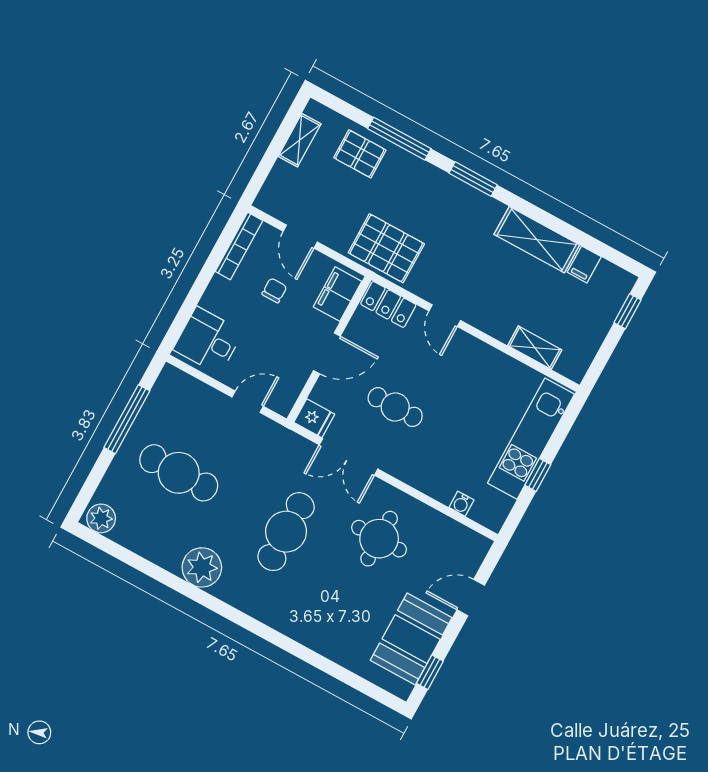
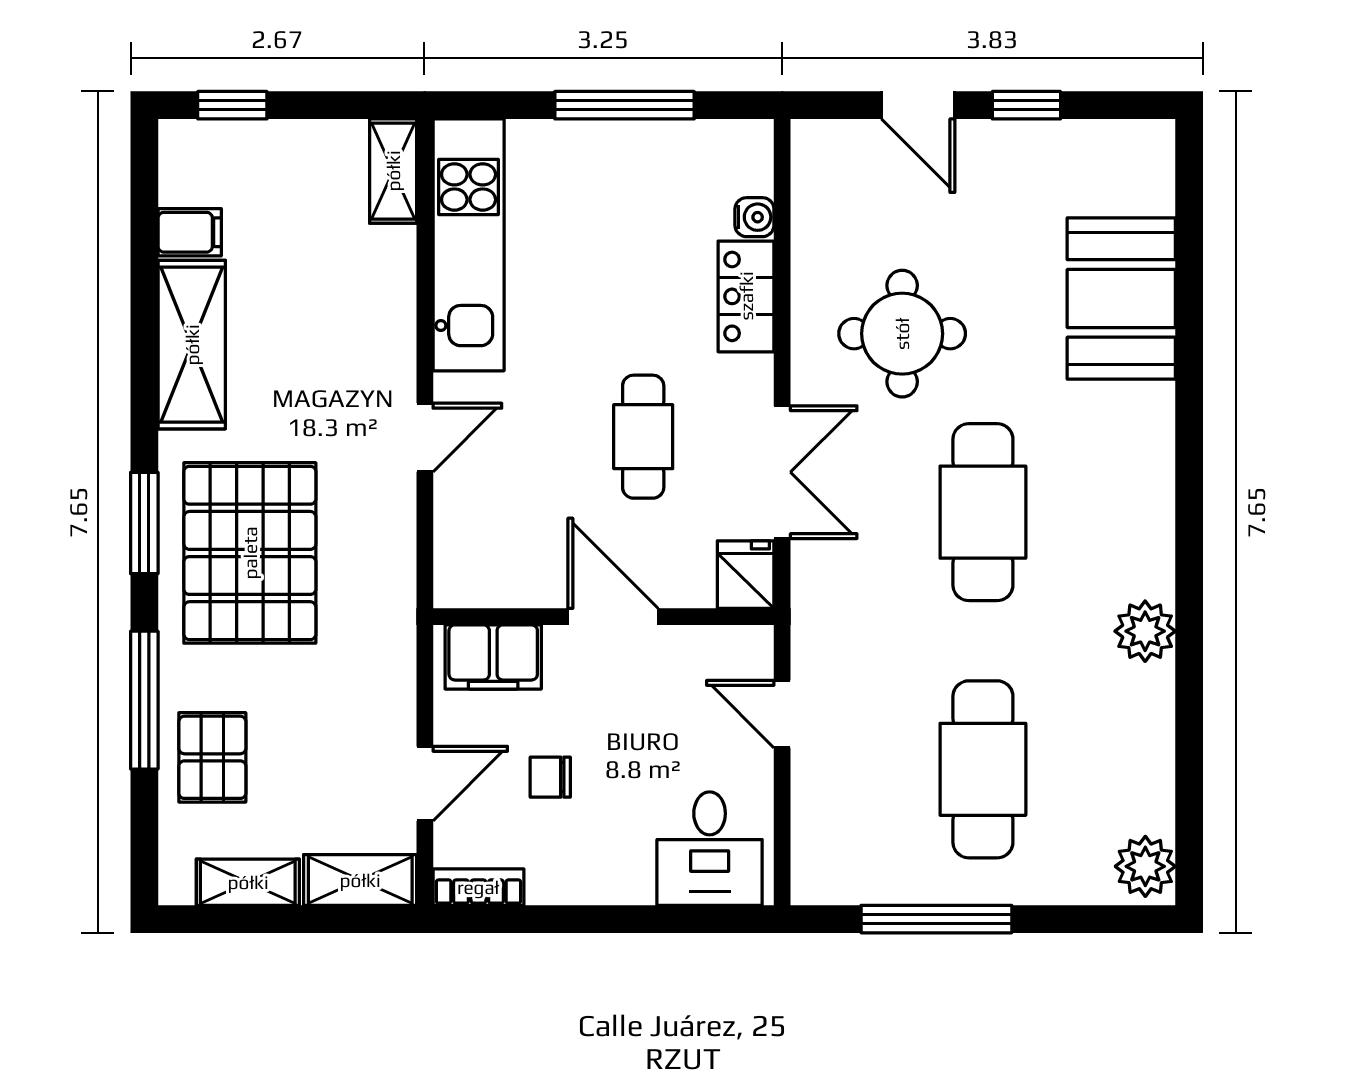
shelving: (275, 188) -> (360, 880), added
bookcase: (239, 246) -> (478, 887), width x0.64
pallet: (386, 248) -> (250, 553), moved, width x1.37, depth x1.41
locker: (388, 304) -> (746, 296), moved, turned 180
shelving: (535, 348) -> (393, 171), moved
kitchen unit: (531, 439) -> (469, 245), moved, turned -90
window: (538, 475) -> (624, 105), width x2.17
cafe table: (286, 532) -> (983, 512), turned 90
plant: (202, 567) -> (1145, 631), width x0.73, depth x0.73
booth: (411, 639) -> (1121, 298), moved, turned 90
window: (430, 672) -> (1026, 105), moved

